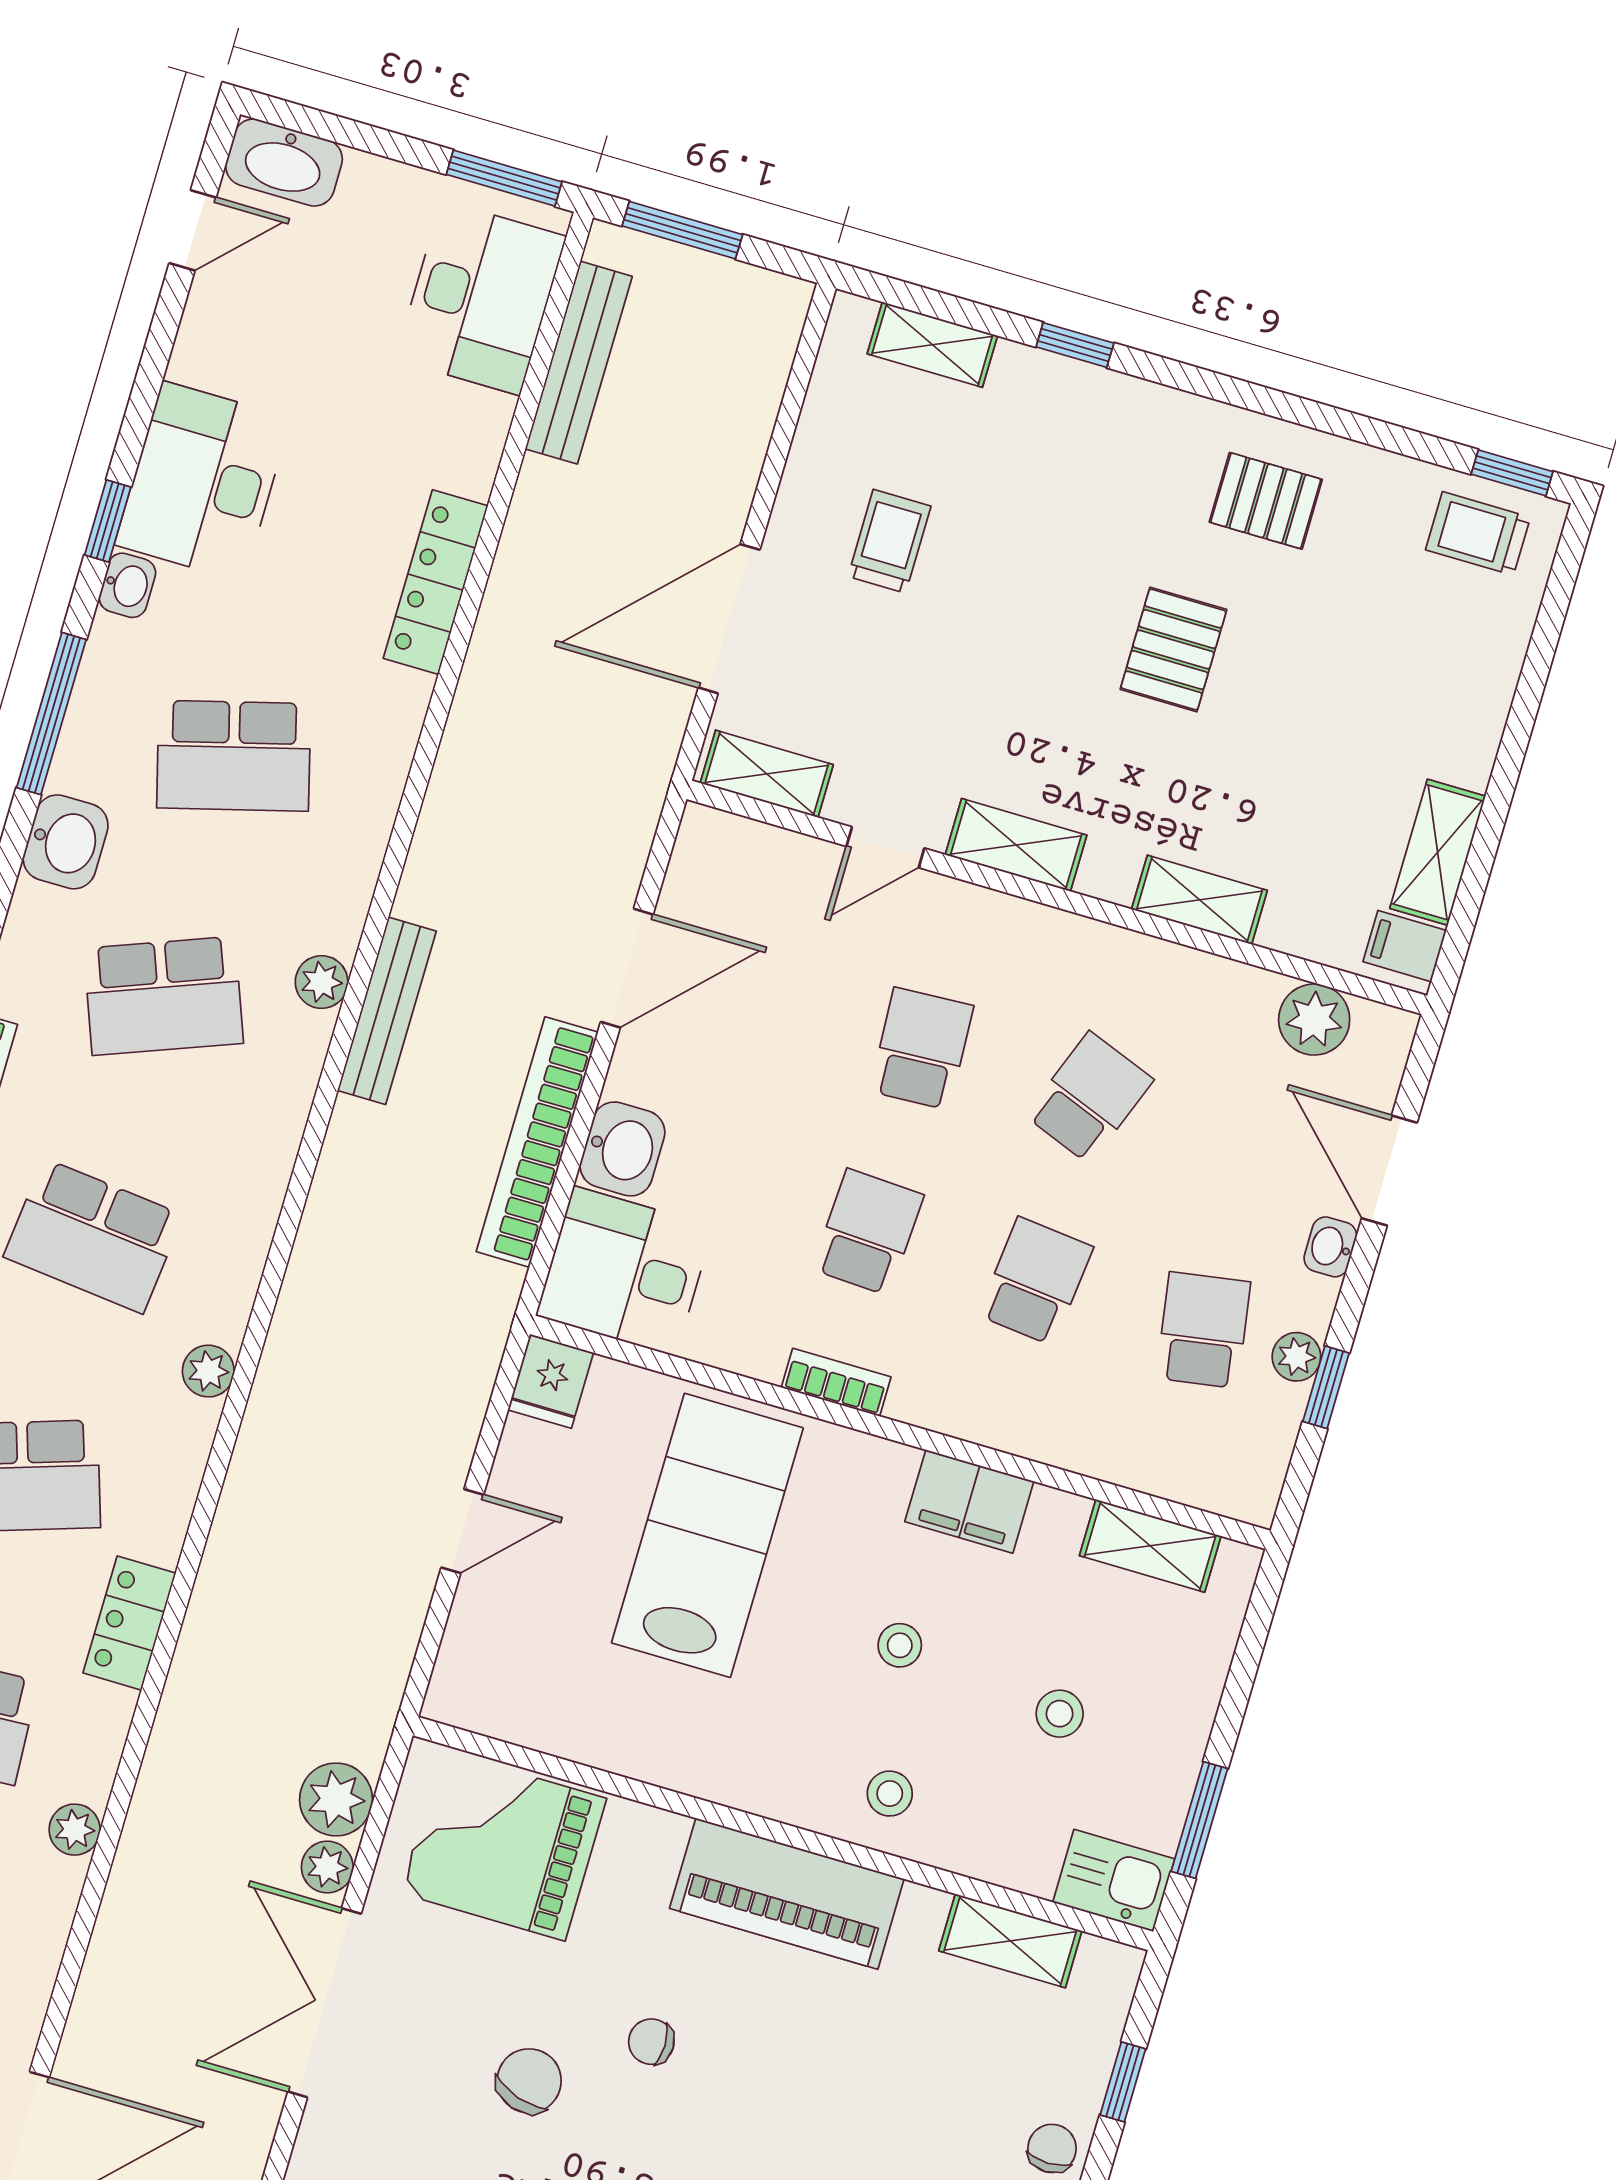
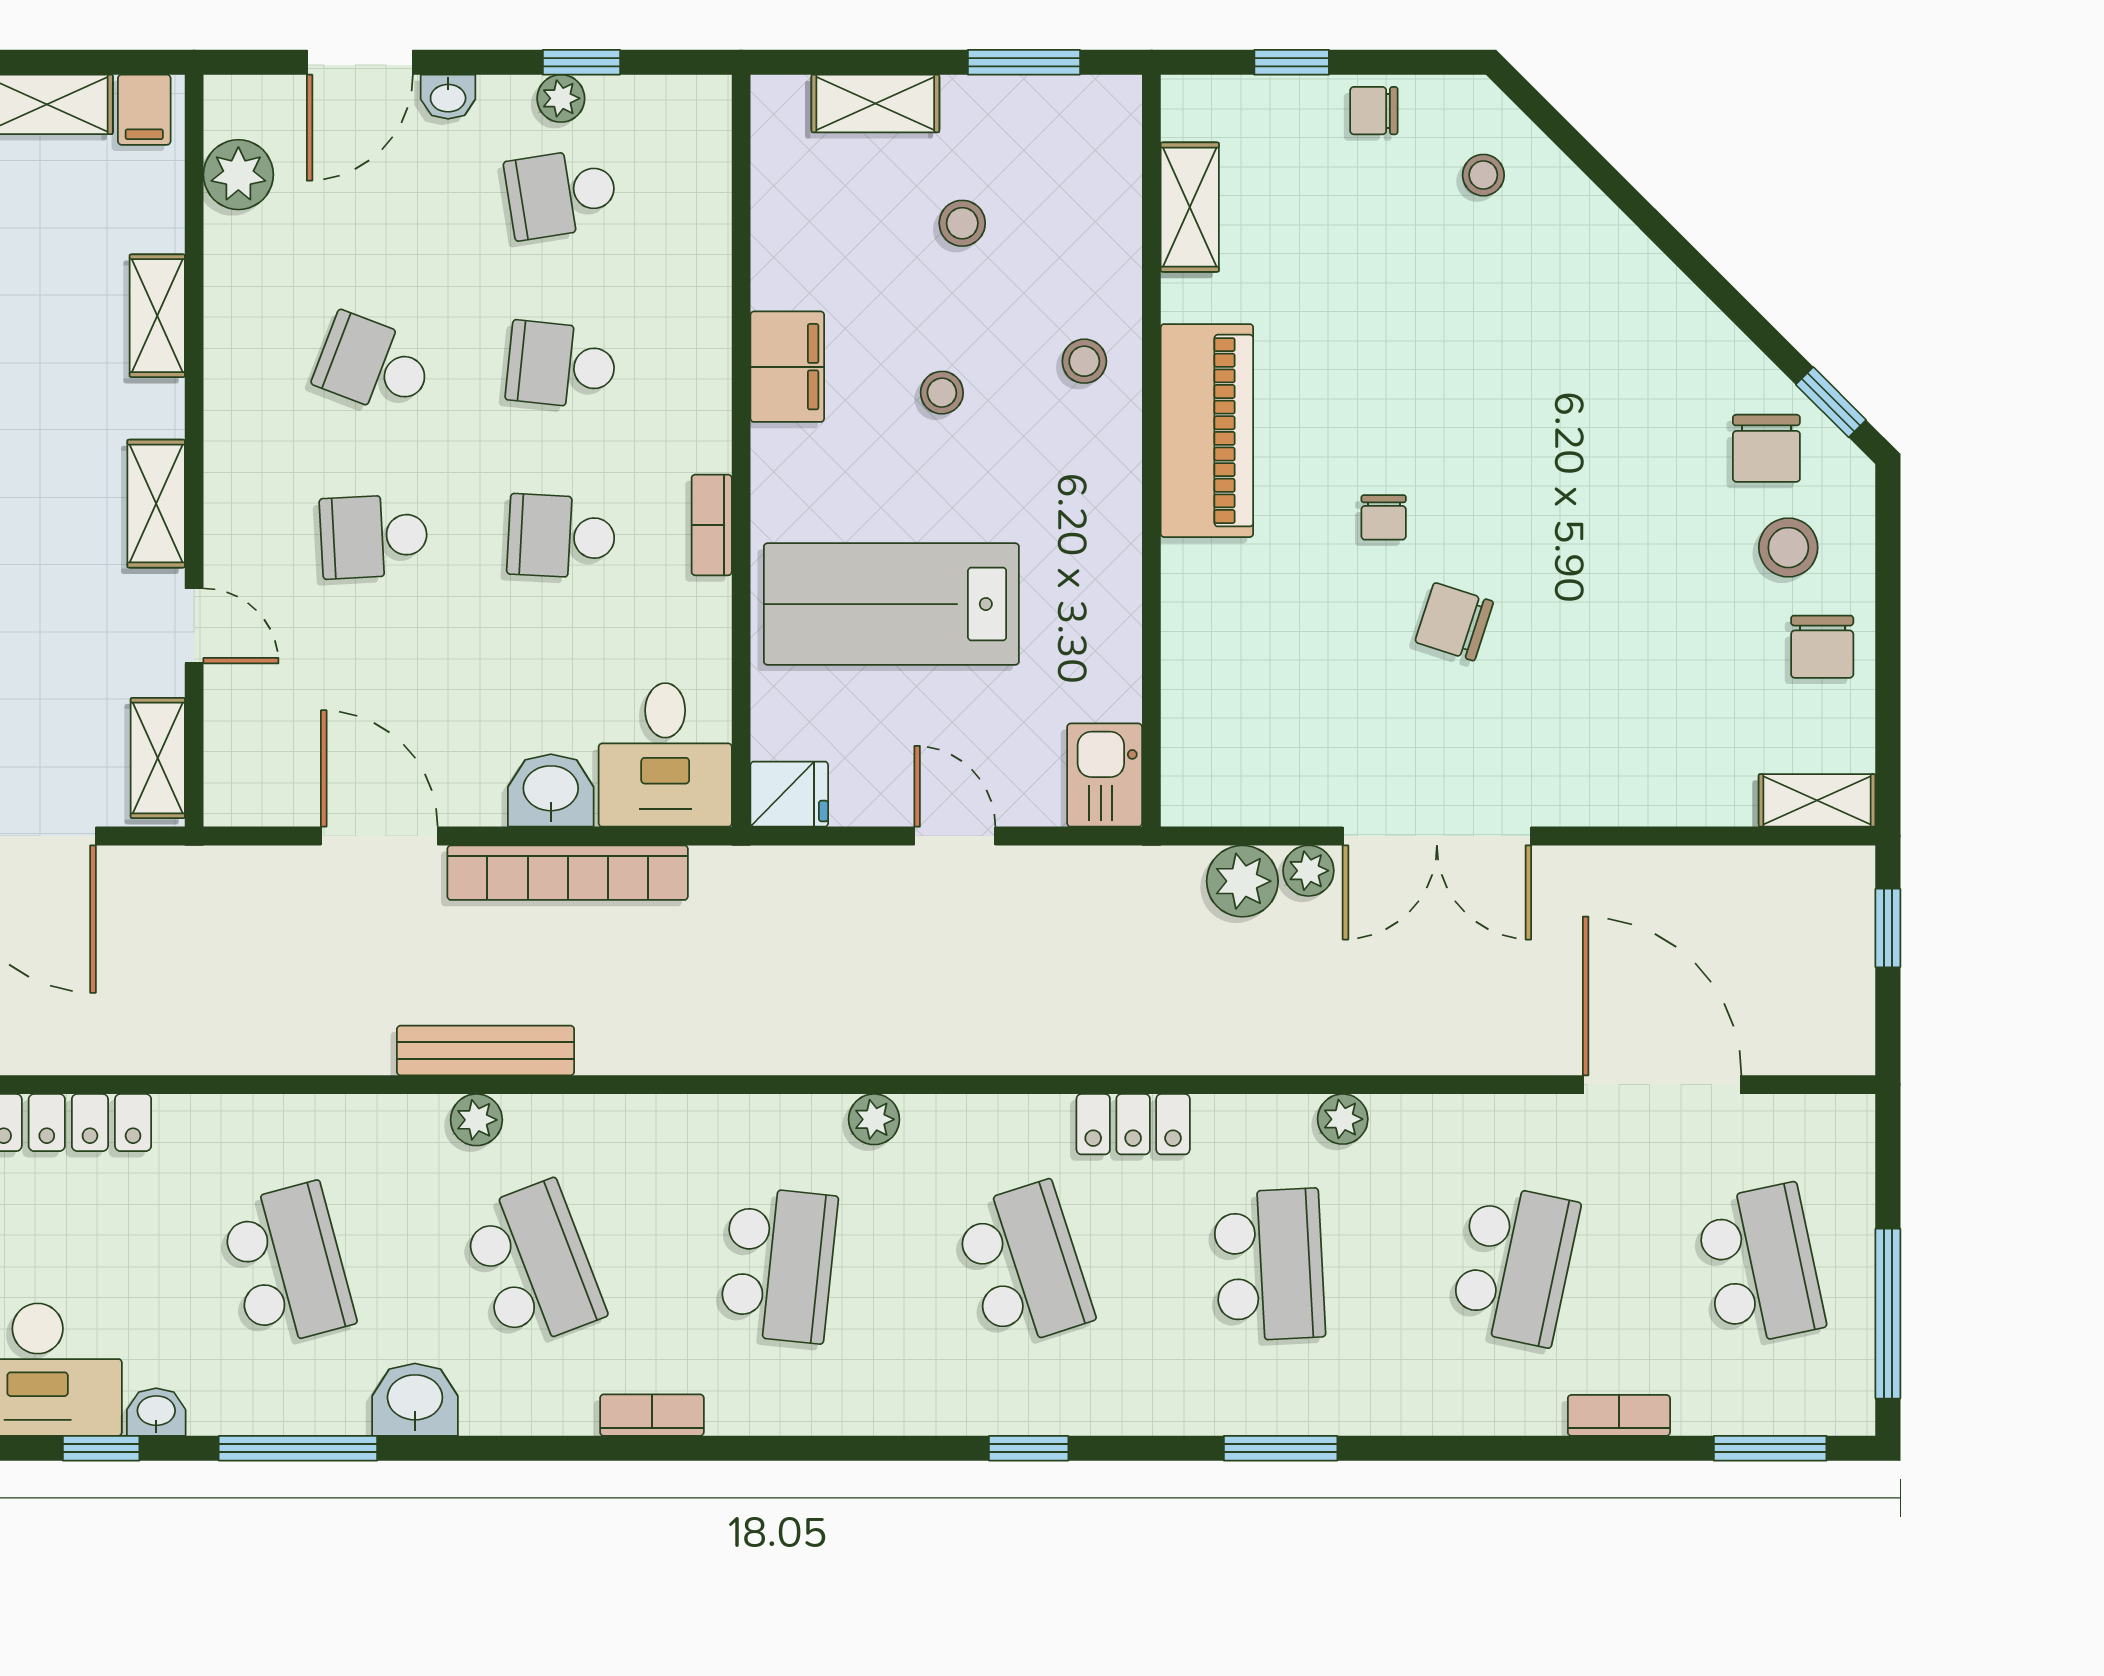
shelving: (1150, 1546) -> (875, 103), moved, turned 90
grand piano: (503, 1846) -> (1240, 711), removed
kitchen sink: (1114, 1881) -> (1105, 775), moved

